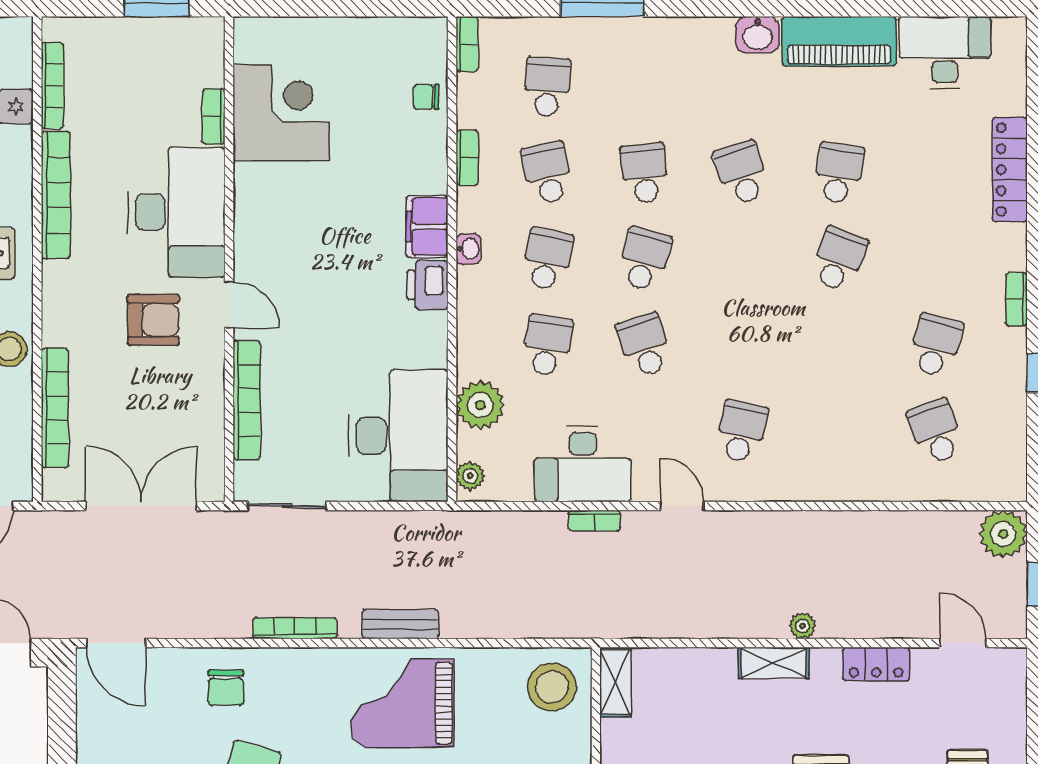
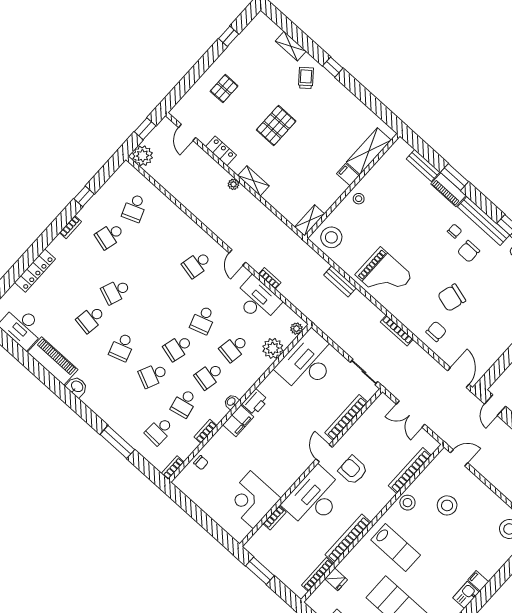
school desk: (644, 173) -> (153, 375), turned 30
double door: (141, 506) -> (411, 414), width x0.73
bench: (400, 624) -> (340, 281), moved

